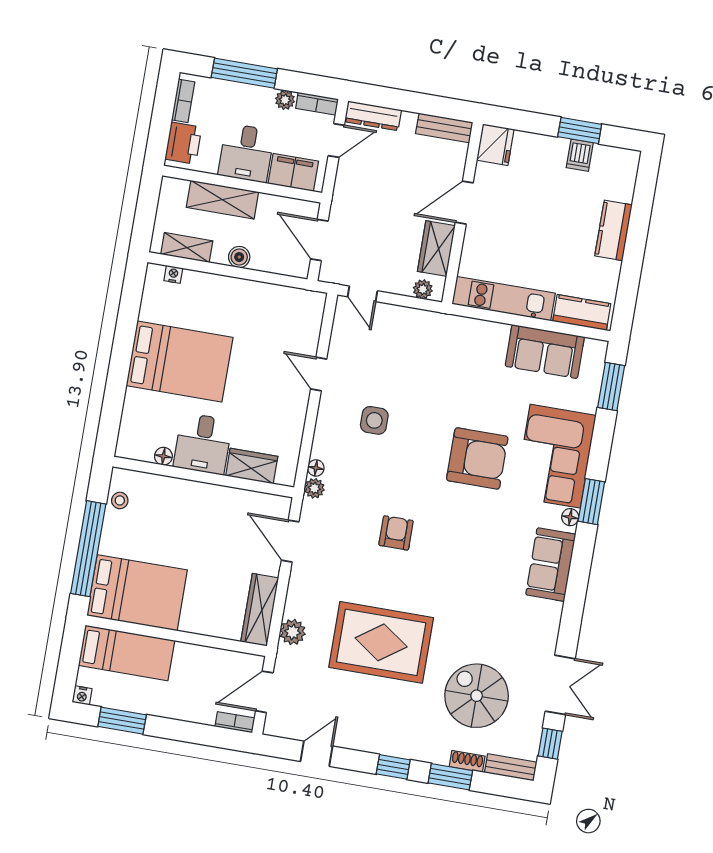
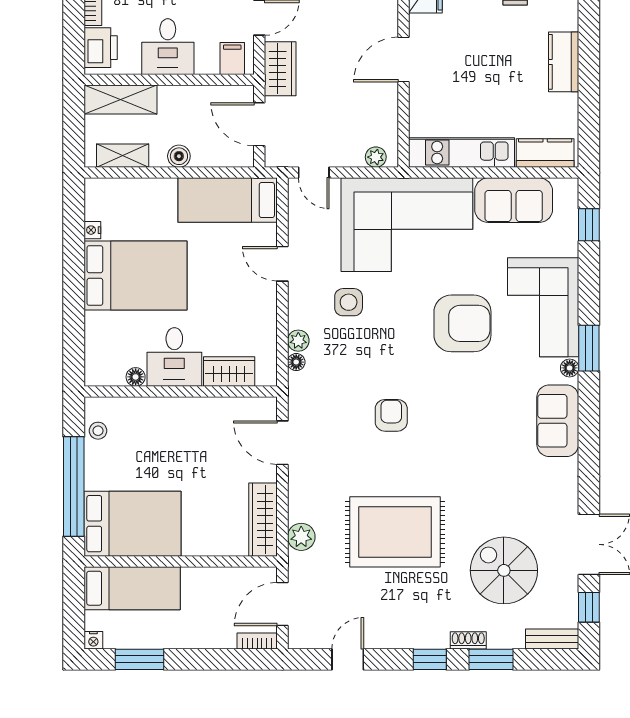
filing cabinet: (293, 172) -> (232, 58), width x0.50
shelving: (222, 200) -> (120, 100), moved
wardrobe: (436, 249) -> (280, 69), moved, turned 180
nightstand: (173, 274) -> (92, 230), moved, turned -90
bed: (278, 306) -> (228, 200), added
corner sofa: (441, 357) -> (407, 225), added
window: (611, 387) -> (589, 225), width x0.67
plant: (314, 488) -> (298, 341), moved
shoe rack: (467, 761) -> (468, 640), moved

